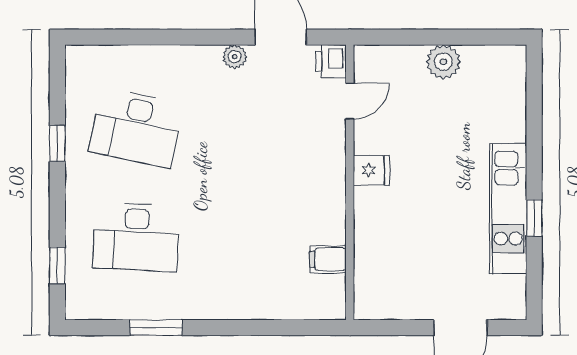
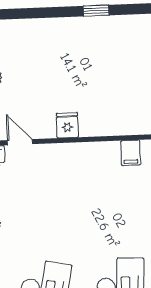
kitchen unit: (508, 209) -> (90, 29), removed

